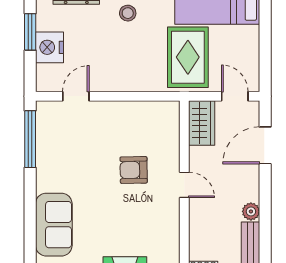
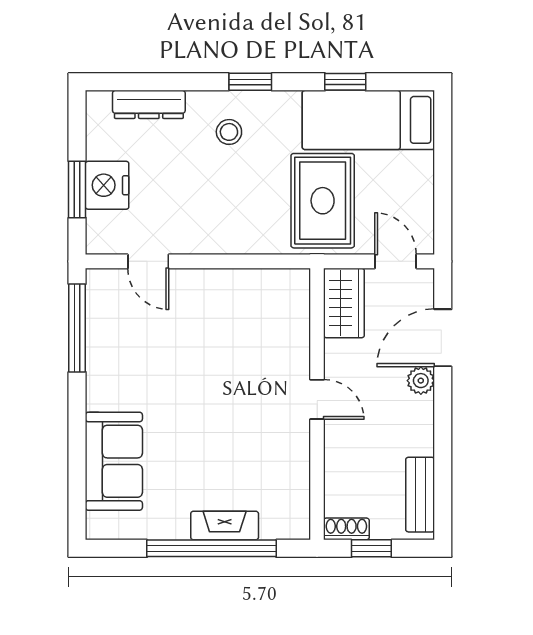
window: (30, 32) -> (77, 190), moved
door: (76, 96) -> (148, 261), swing flipped
armchair: (134, 170) -> (238, 376), removed
plant: (251, 211) -> (421, 381), moved

